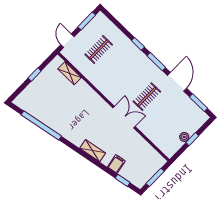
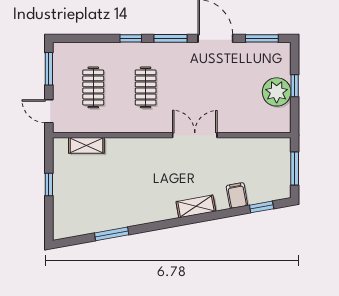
clothes rail: (147, 97) -> (146, 87), moved
window: (41, 125) -> (112, 234), width x0.47
plant: (184, 137) -> (277, 92), width x1.87, depth x1.87

